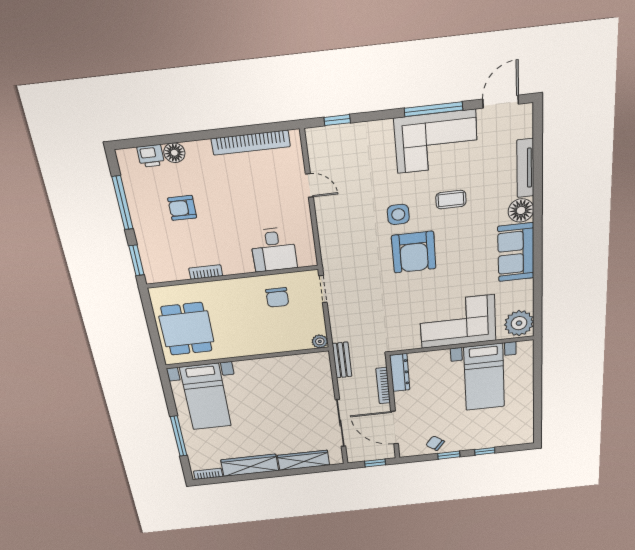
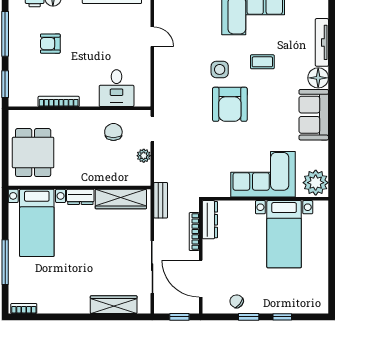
bookcase: (206, 272) -> (59, 101), width x1.56
chair: (277, 297) -> (113, 132), turned 180
plant: (320, 341) -> (144, 156), moved
dresser: (250, 367) -> (80, 197), added
wardrobe: (250, 465) -> (121, 199), moved, turned 180

